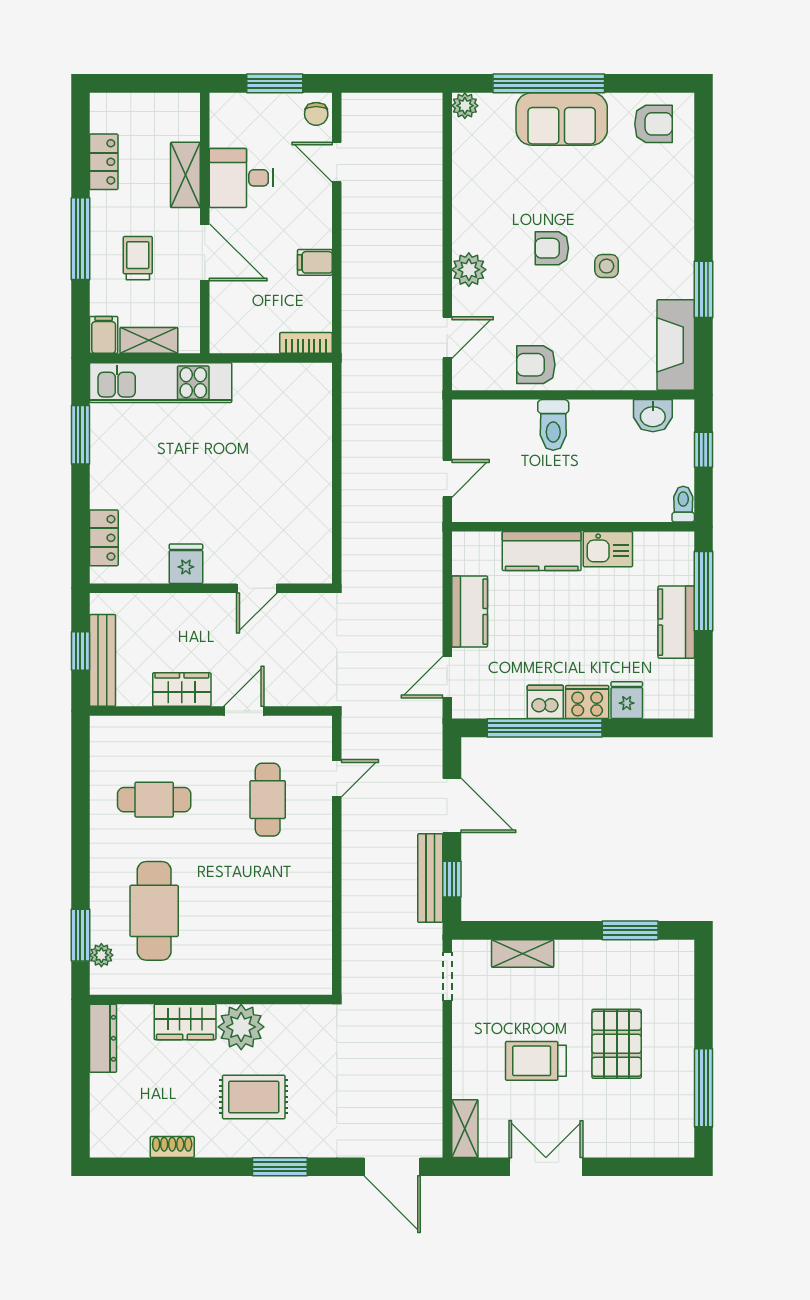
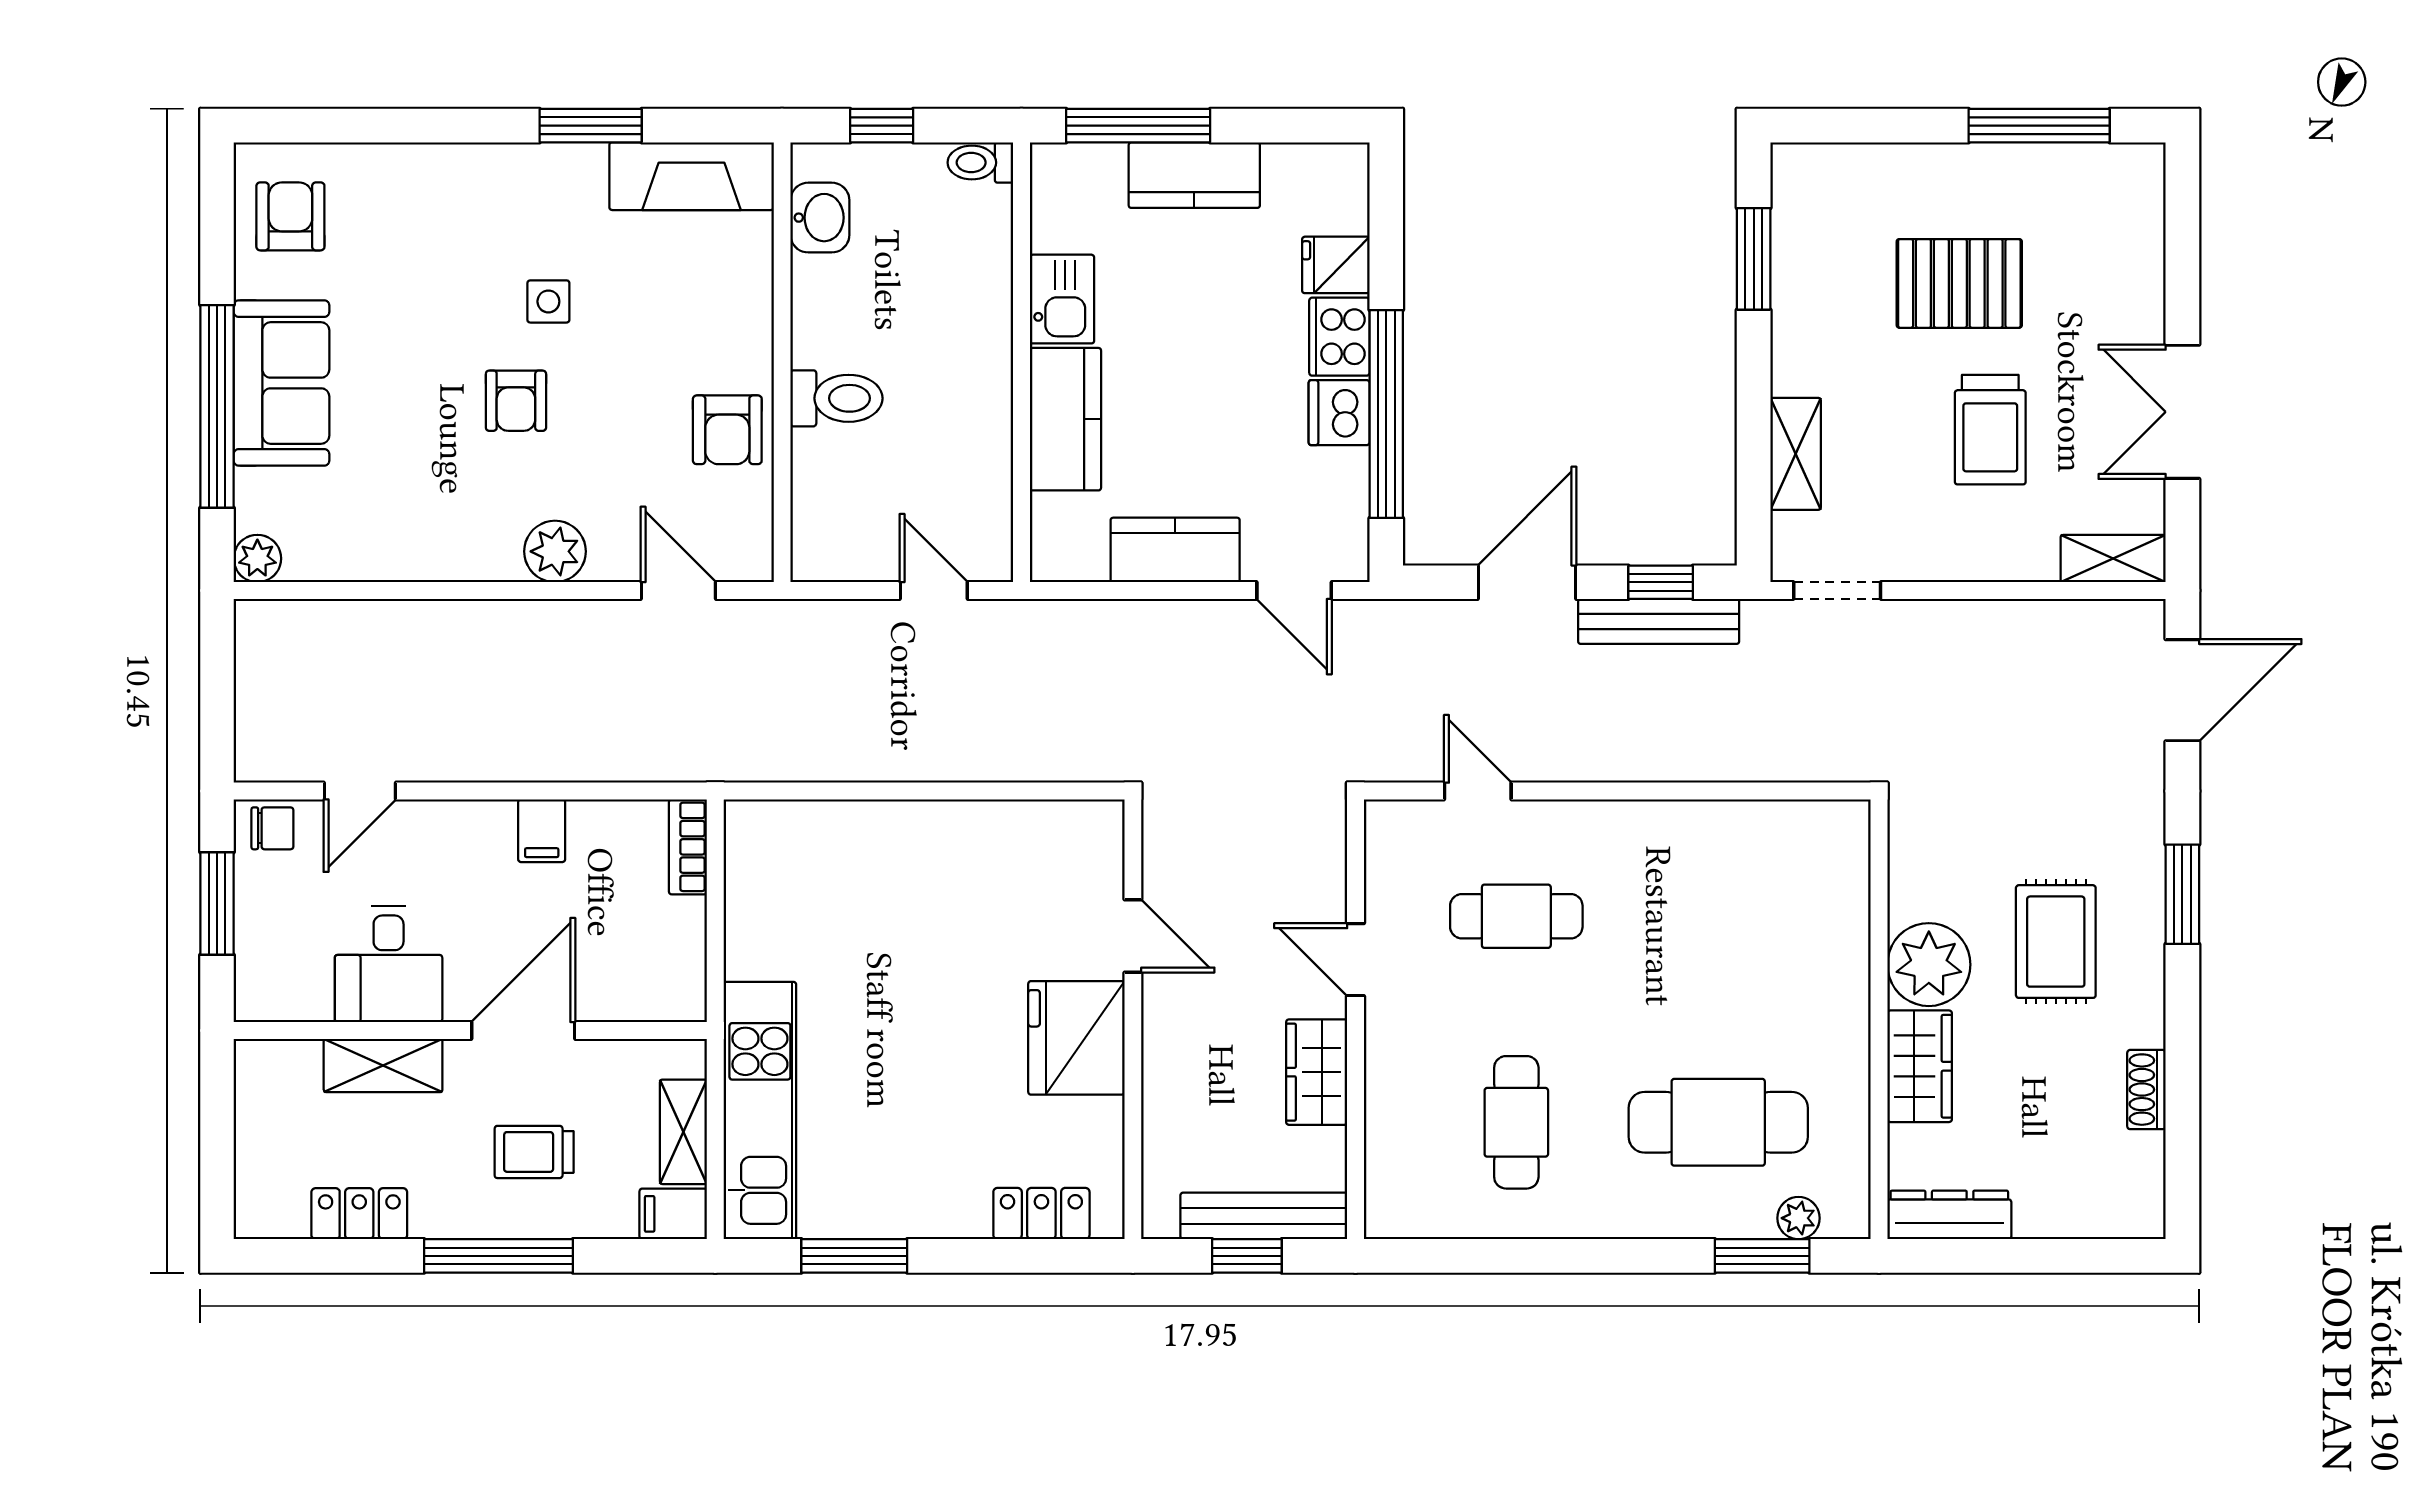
fridge: (186, 564) -> (1076, 1038), width x1.88, depth x1.34

